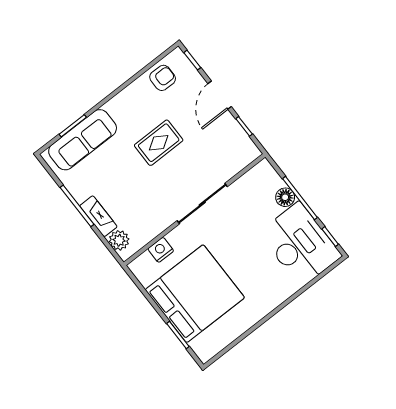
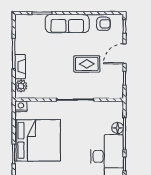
sofa: (83, 140) -> (67, 24), moved
rug: (159, 143) -> (87, 64), moved
nightstand: (161, 250) -> (21, 106), moved

